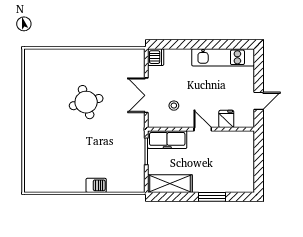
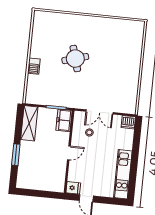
double door: (146, 95) -> (99, 112), swing flipped
round table: (86, 102) -> (75, 59), moved
fridge: (226, 119) -> (73, 188), moved
freezer: (167, 140) -> (64, 120), width x0.71

